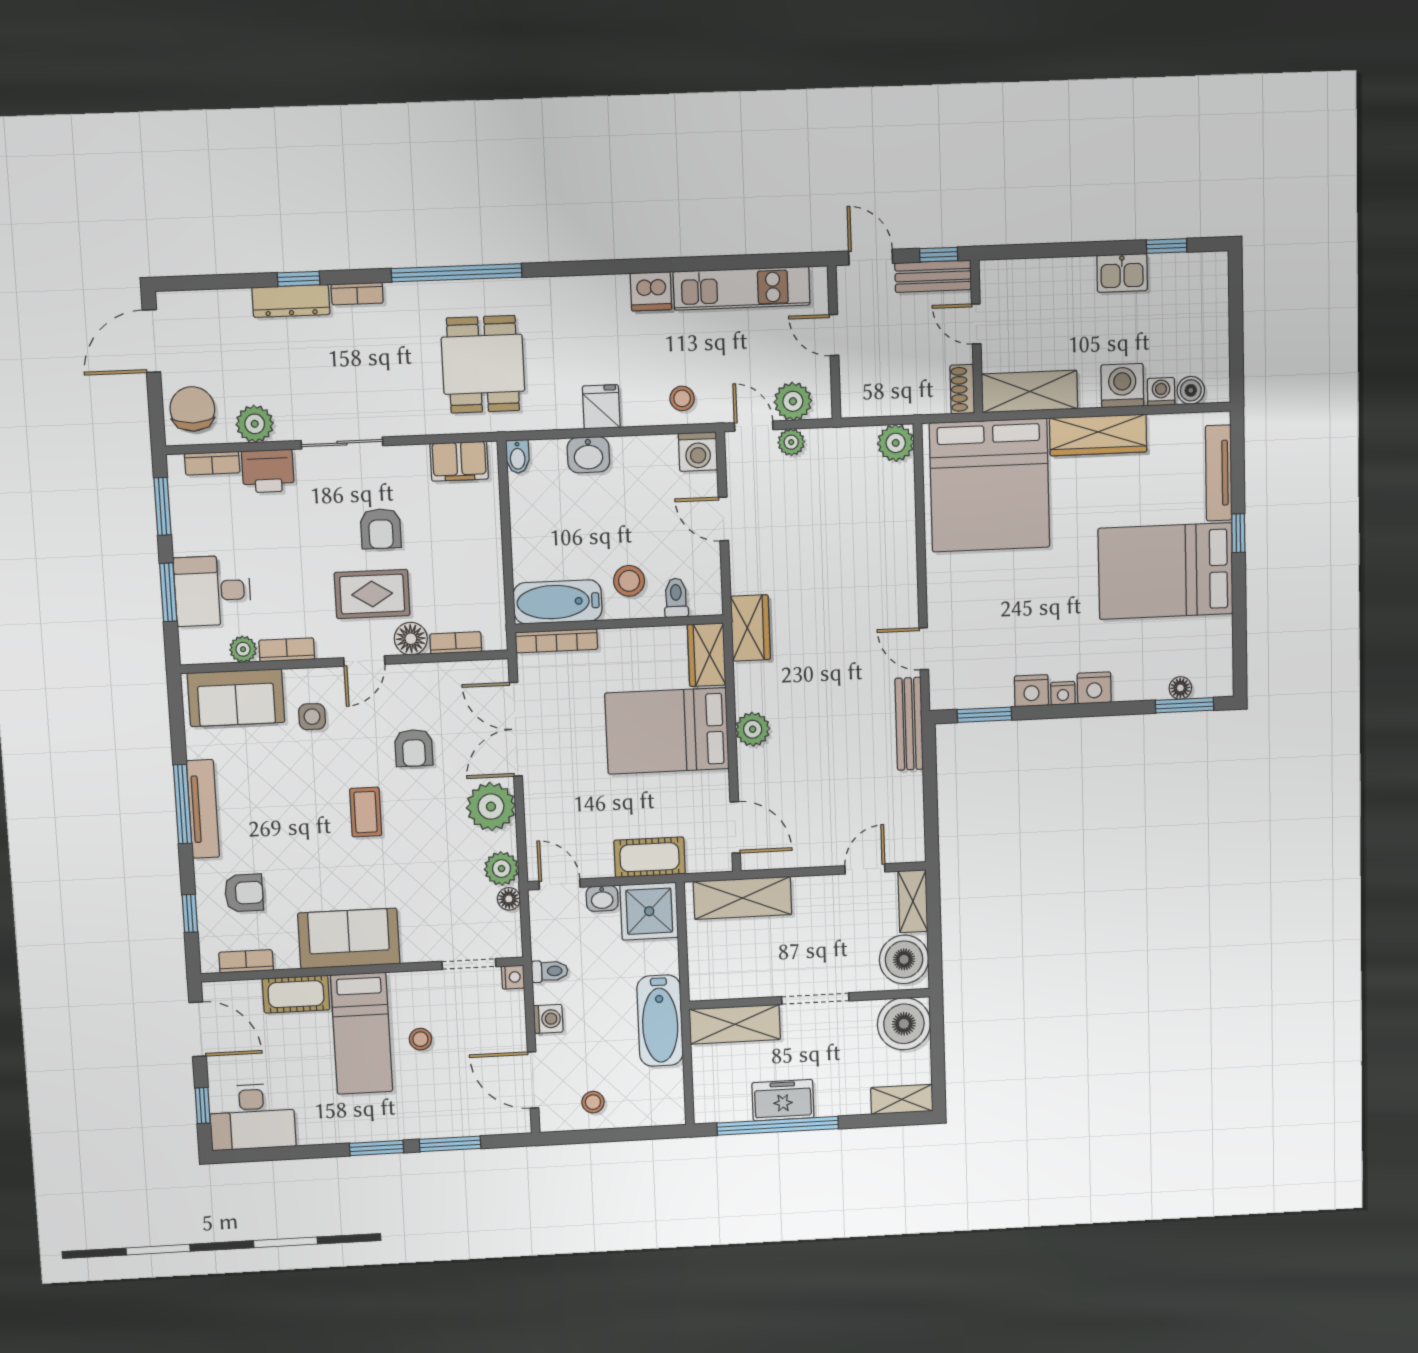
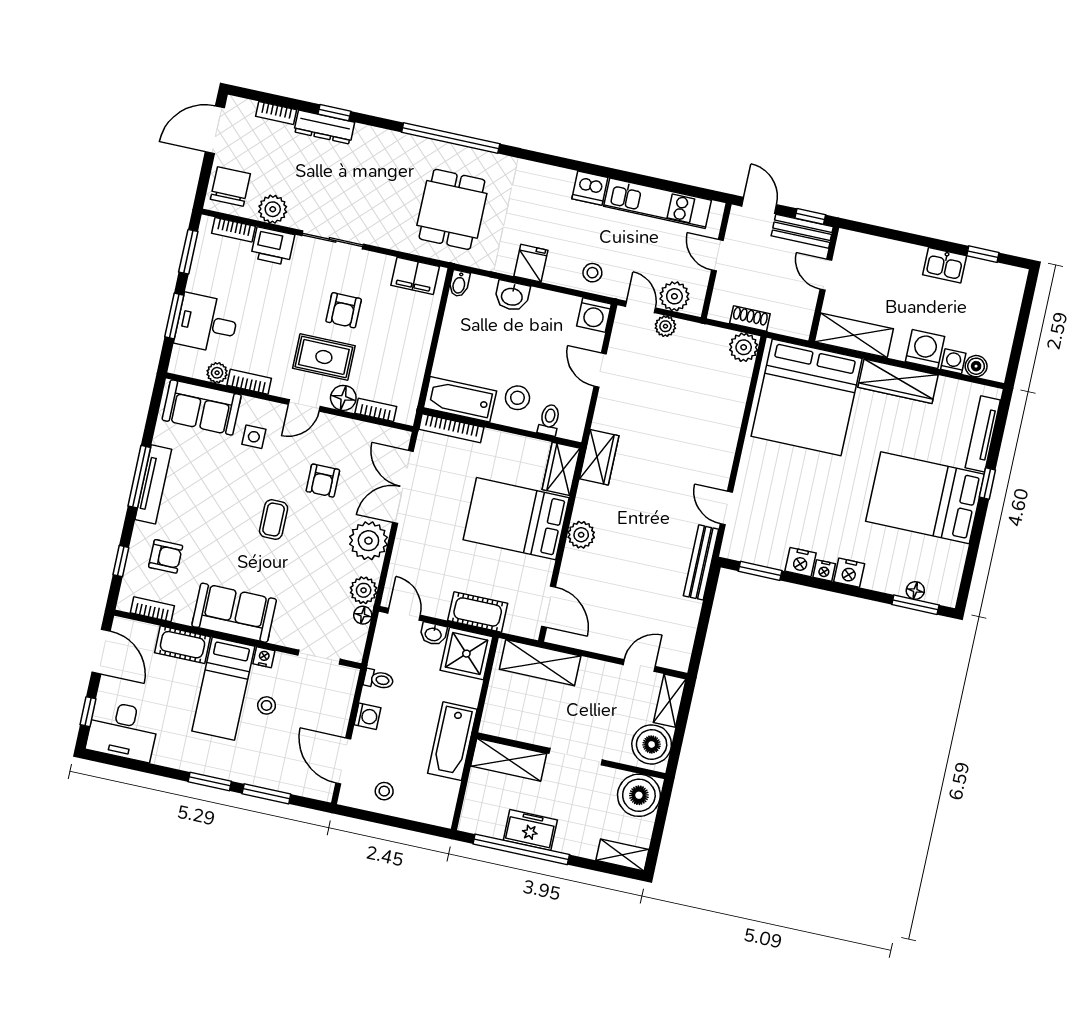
bookcase: (357, 294) -> (276, 113), moved
shoe rack: (962, 389) -> (750, 318), moved, turned 90
nightstand: (513, 977) -> (264, 657), moved, turned -90

